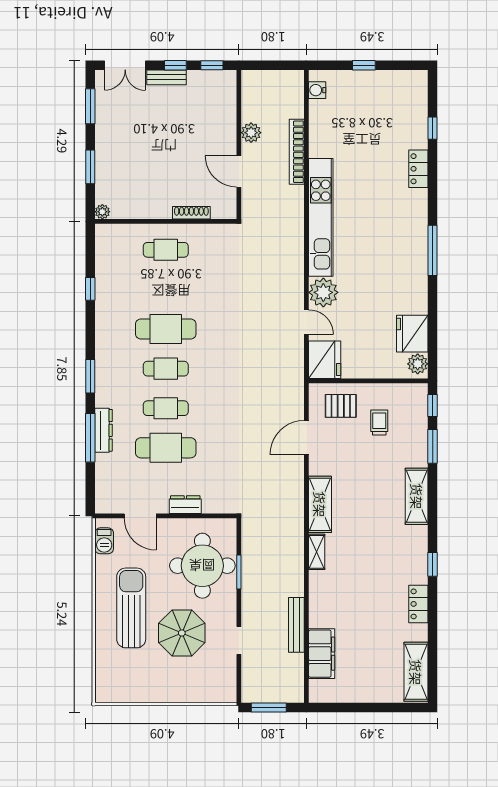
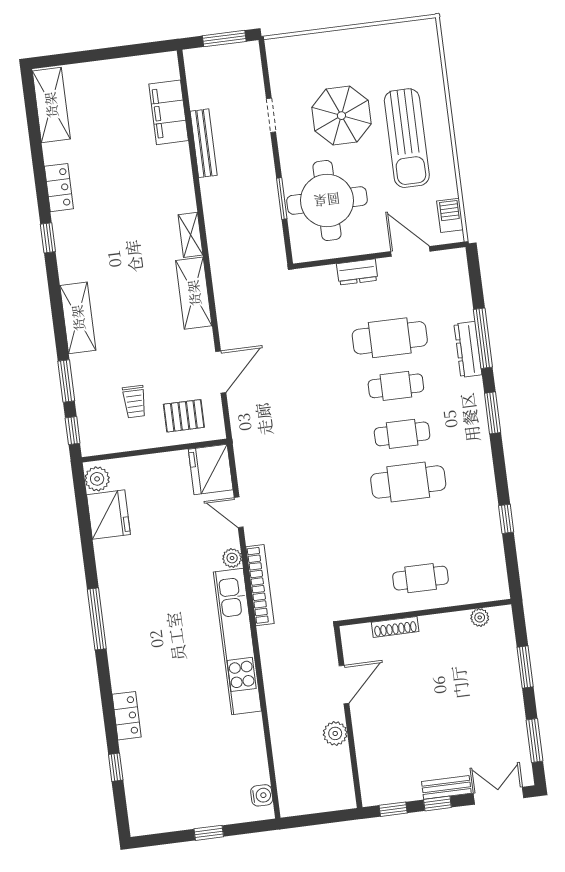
bookcase: (297, 152) -> (260, 585), moved
door: (239, 171) -> (344, 685), hinge flipped
plant: (102, 212) -> (480, 617), moved
plant: (323, 292) -> (232, 558), width x0.53, depth x0.53

